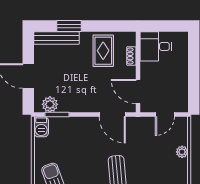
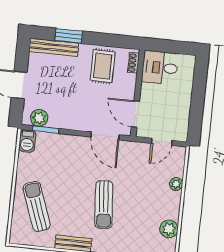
shoe rack: (131, 56) -> (134, 63), moved

